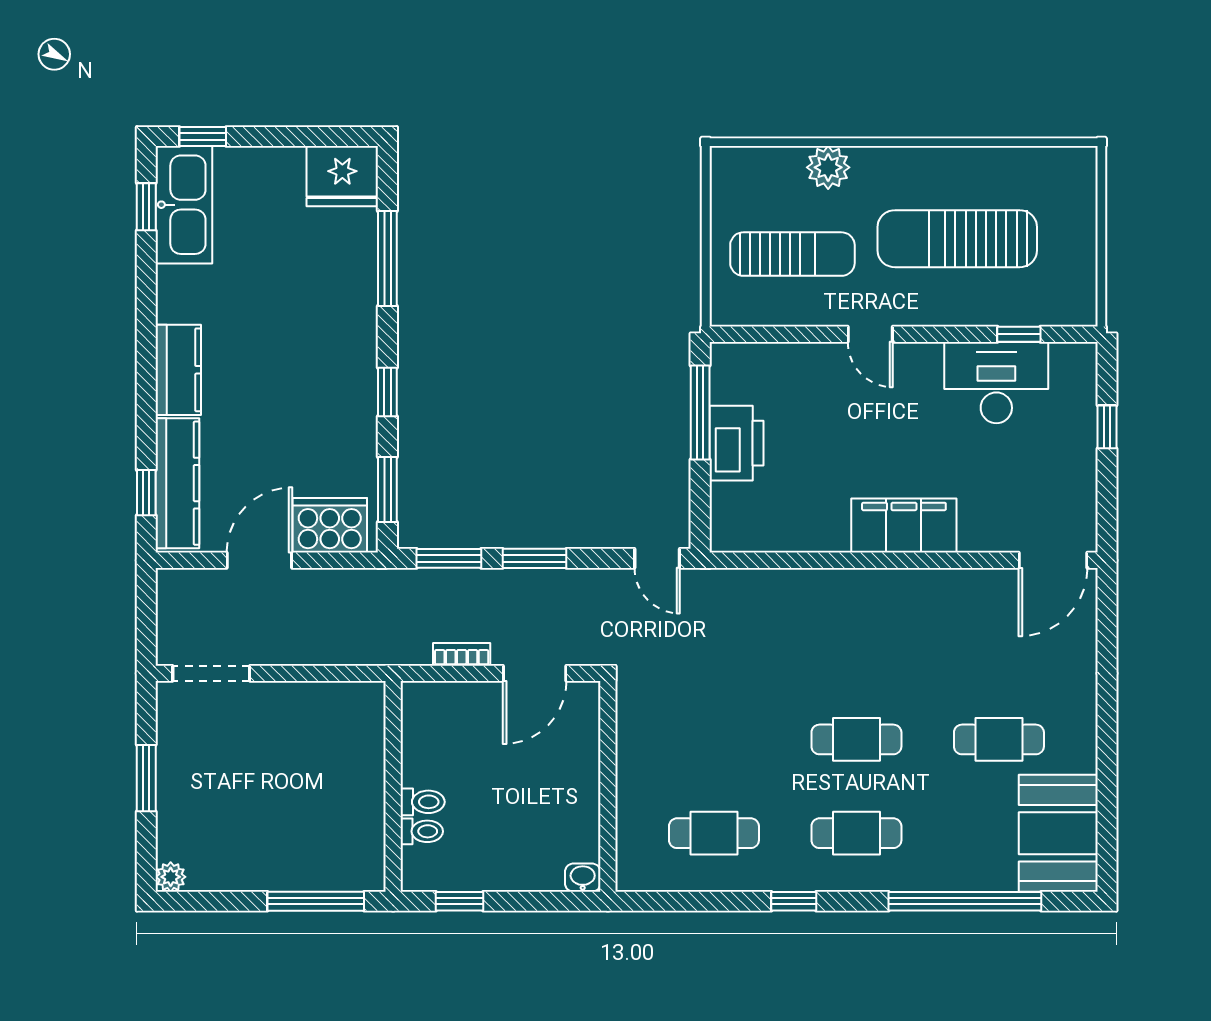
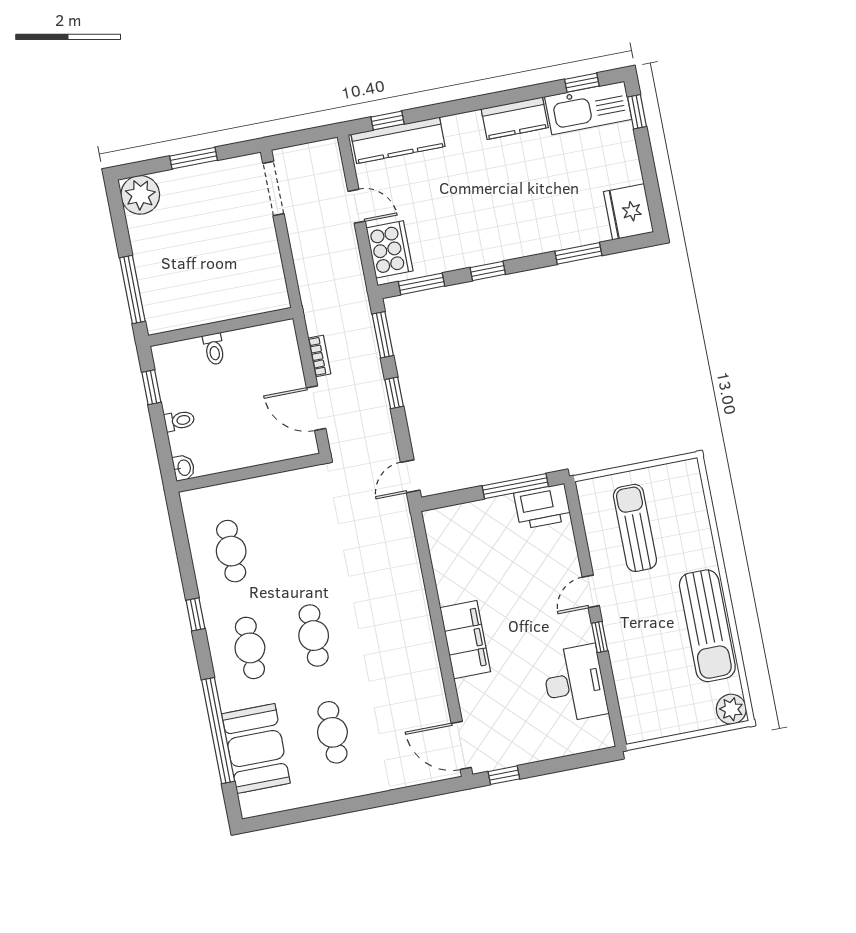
plant: (828, 167) -> (731, 709), moved
sun lounger: (957, 239) -> (707, 626), moved, turned 180
sun lounger: (792, 254) -> (635, 528), turned 180
window: (387, 259) -> (578, 253), width x0.69
window: (1019, 334) -> (600, 637), moved
kitchen counter: (178, 370) -> (515, 118), moved
window: (1107, 427) -> (504, 775), moved
printer: (736, 443) -> (543, 506), moved
window: (534, 558) -> (394, 393), width x0.67
door: (259, 560) -> (357, 206), width x0.73
toilet: (422, 831) -> (179, 421), moved, turned -90
booth: (1058, 833) -> (256, 749), moved, turned 90
plant: (171, 877) -> (140, 195), width x1.87, depth x1.87

